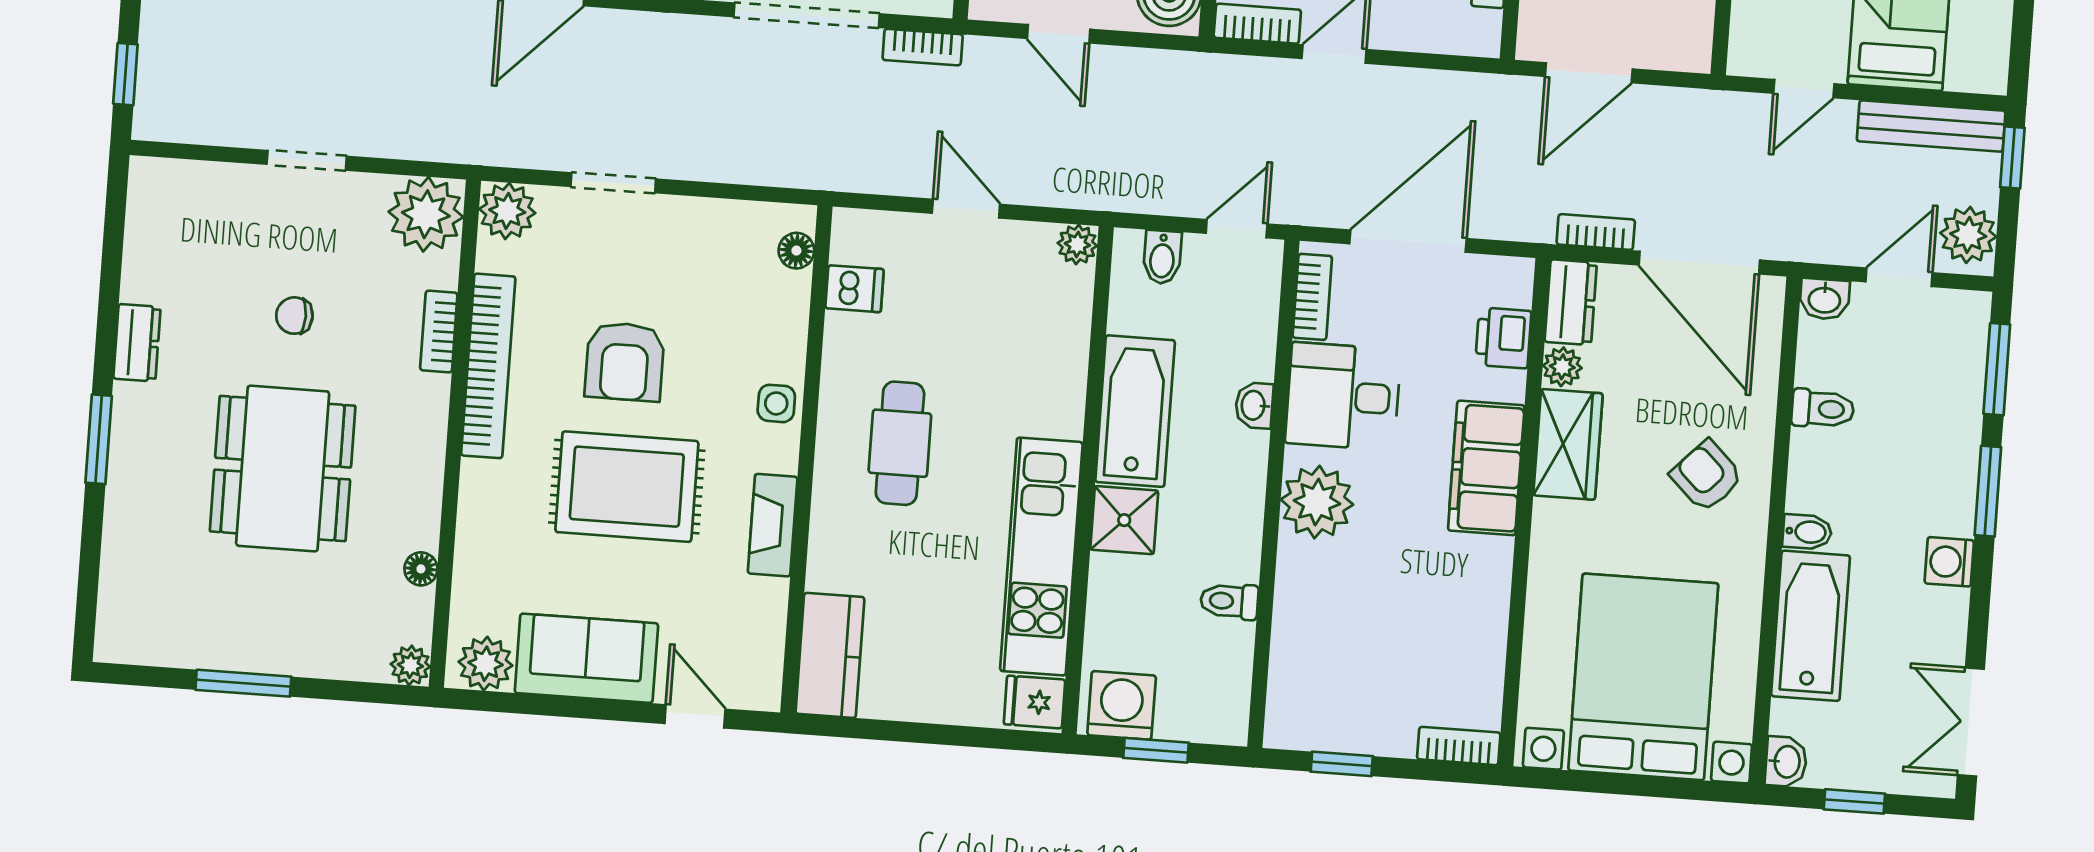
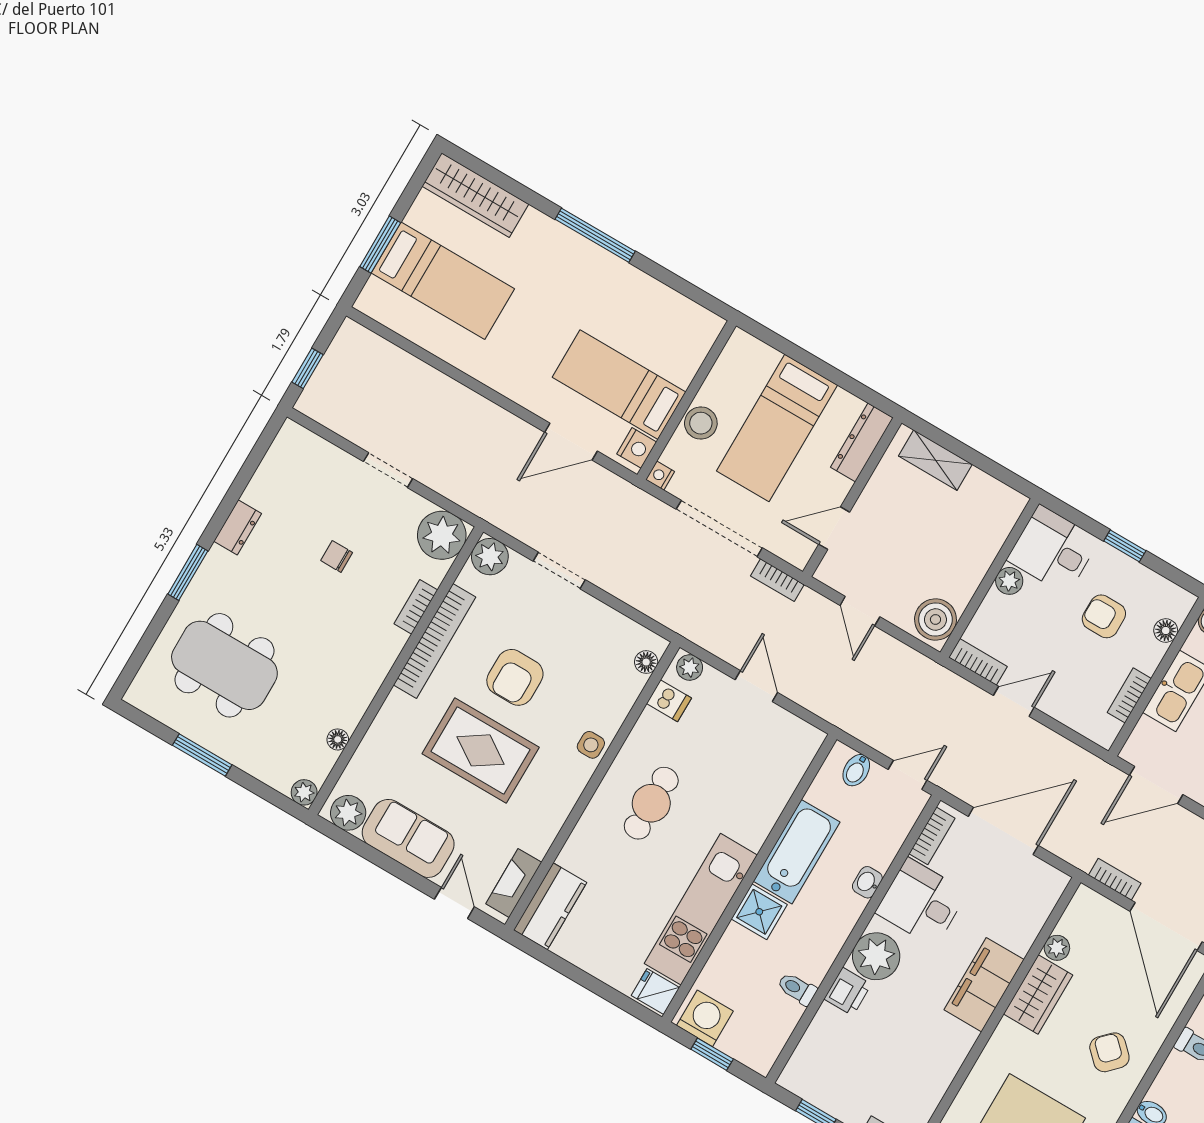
plant: (1077, 244) -> (690, 668), moved
dresser: (1571, 302) -> (1080, 913), removed
printer: (1503, 338) -> (848, 992), moved, turned 180
dining table: (283, 469) -> (224, 665), moved, turned 90
fireplace: (773, 525) -> (514, 883), moved

